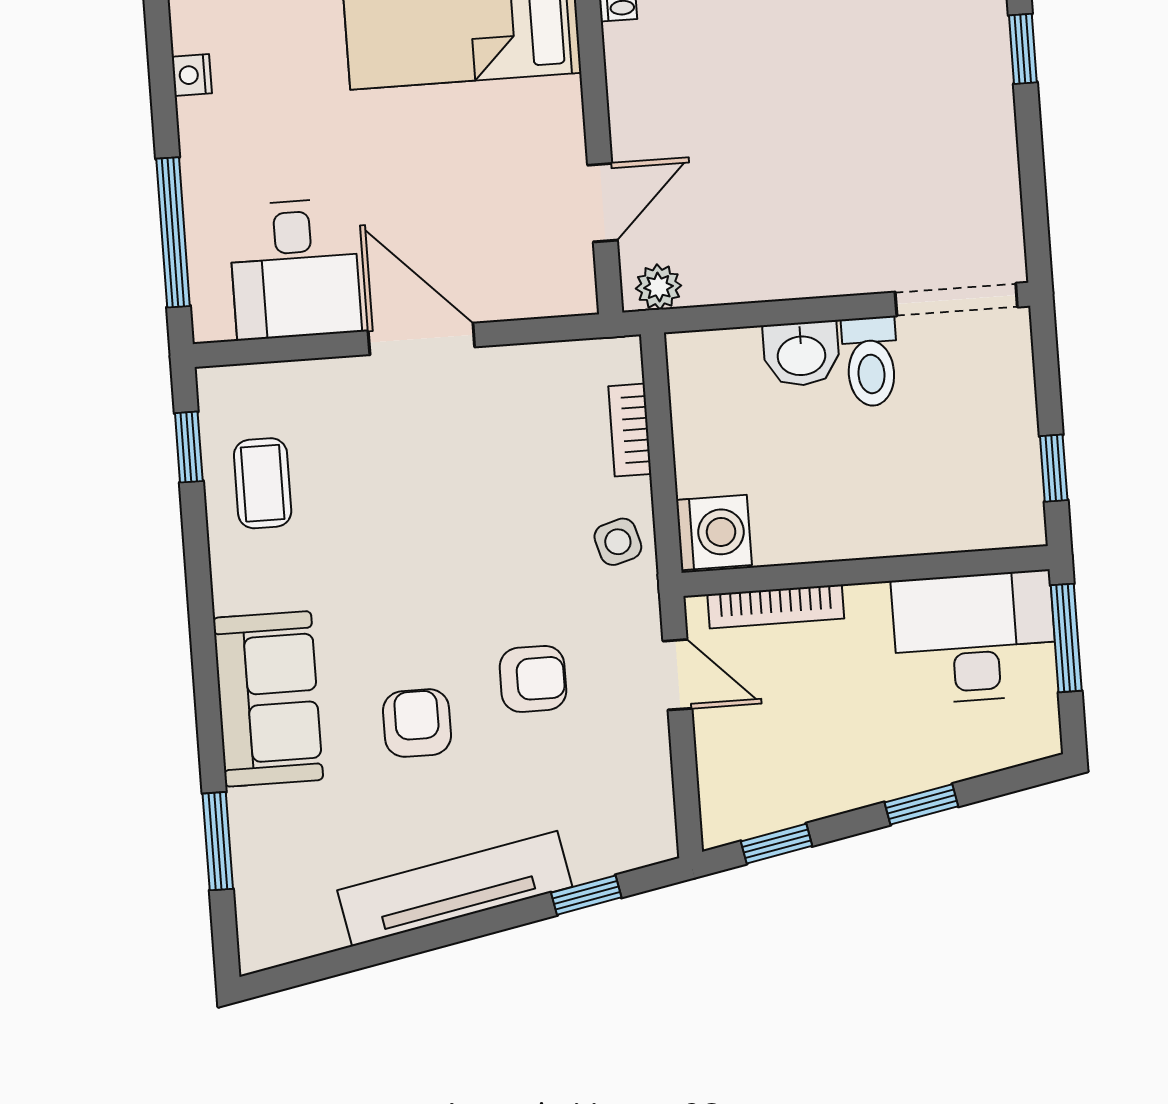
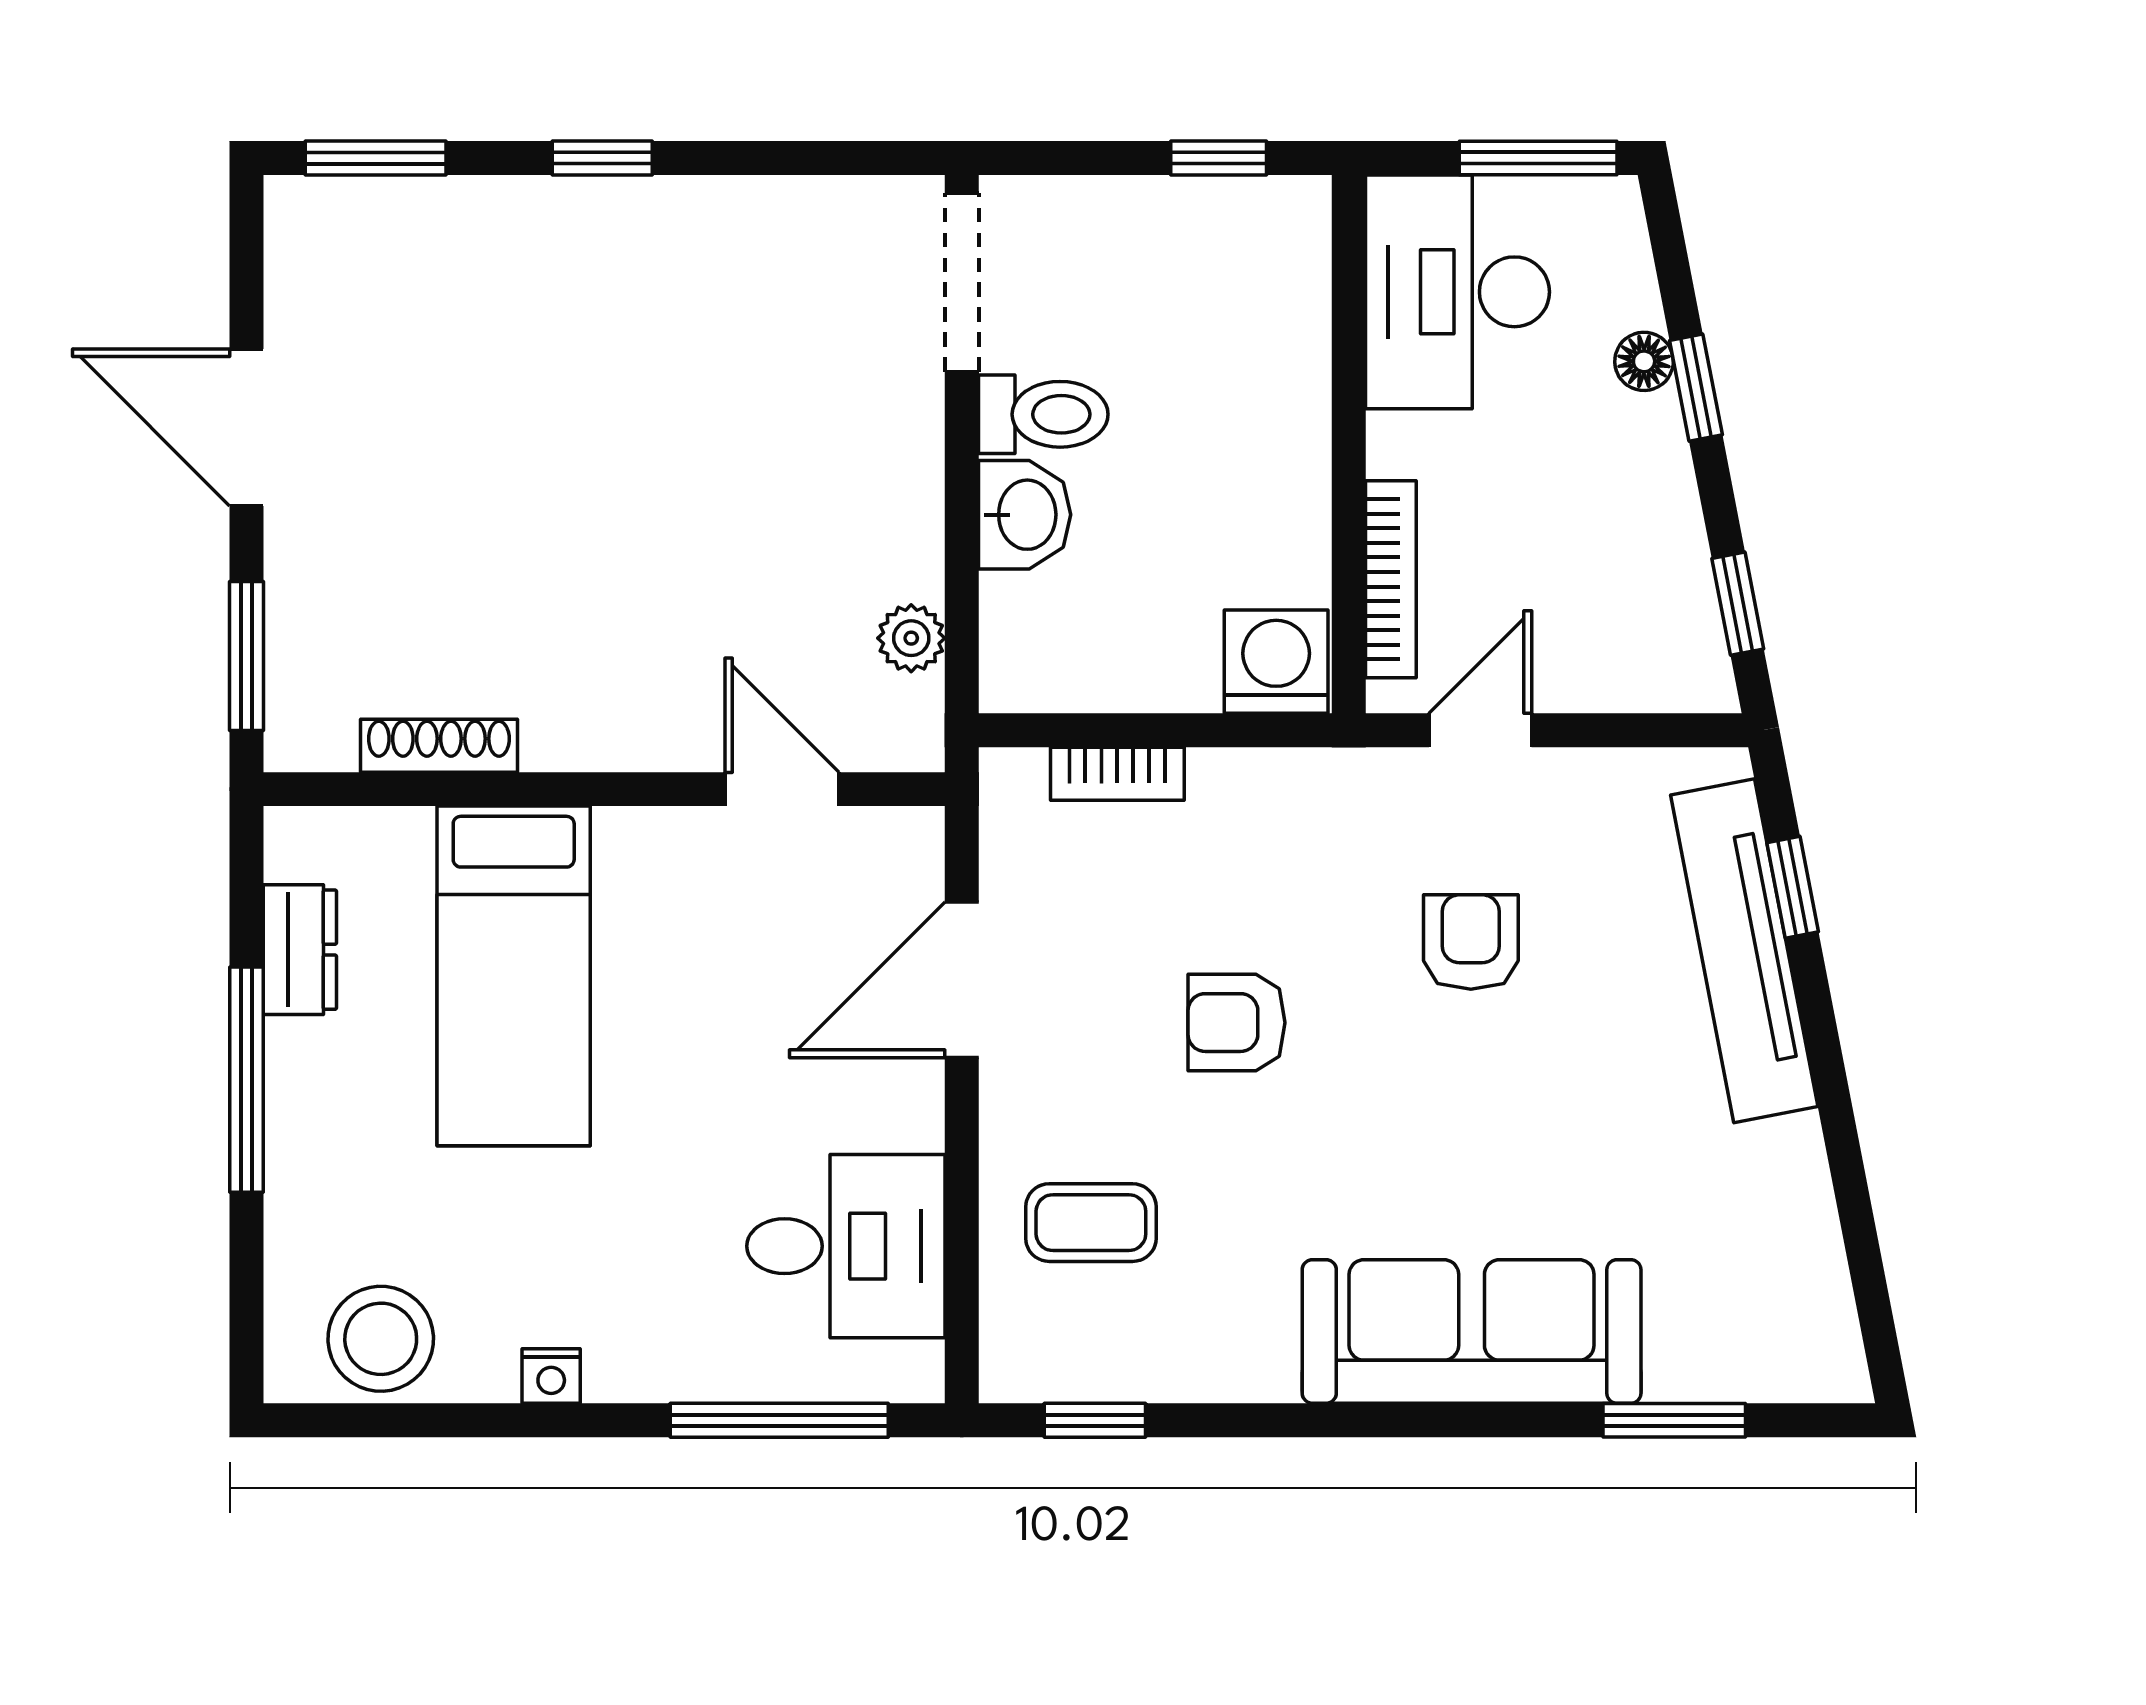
plant: (659, 287) -> (911, 638), moved
door: (421, 339) -> (962, 980), moved
coffee table: (263, 483) -> (1091, 1223), moved
side table: (618, 542) -> (1279, 803), removed
window: (1066, 638) -> (1538, 158), moved
sofa: (268, 699) -> (1472, 1331), width x1.36
armchair: (417, 723) -> (1236, 1023), moved
floor lamp: (937, 768) -> (1644, 361), added
tv unit: (455, 889) -> (1744, 951), moved

